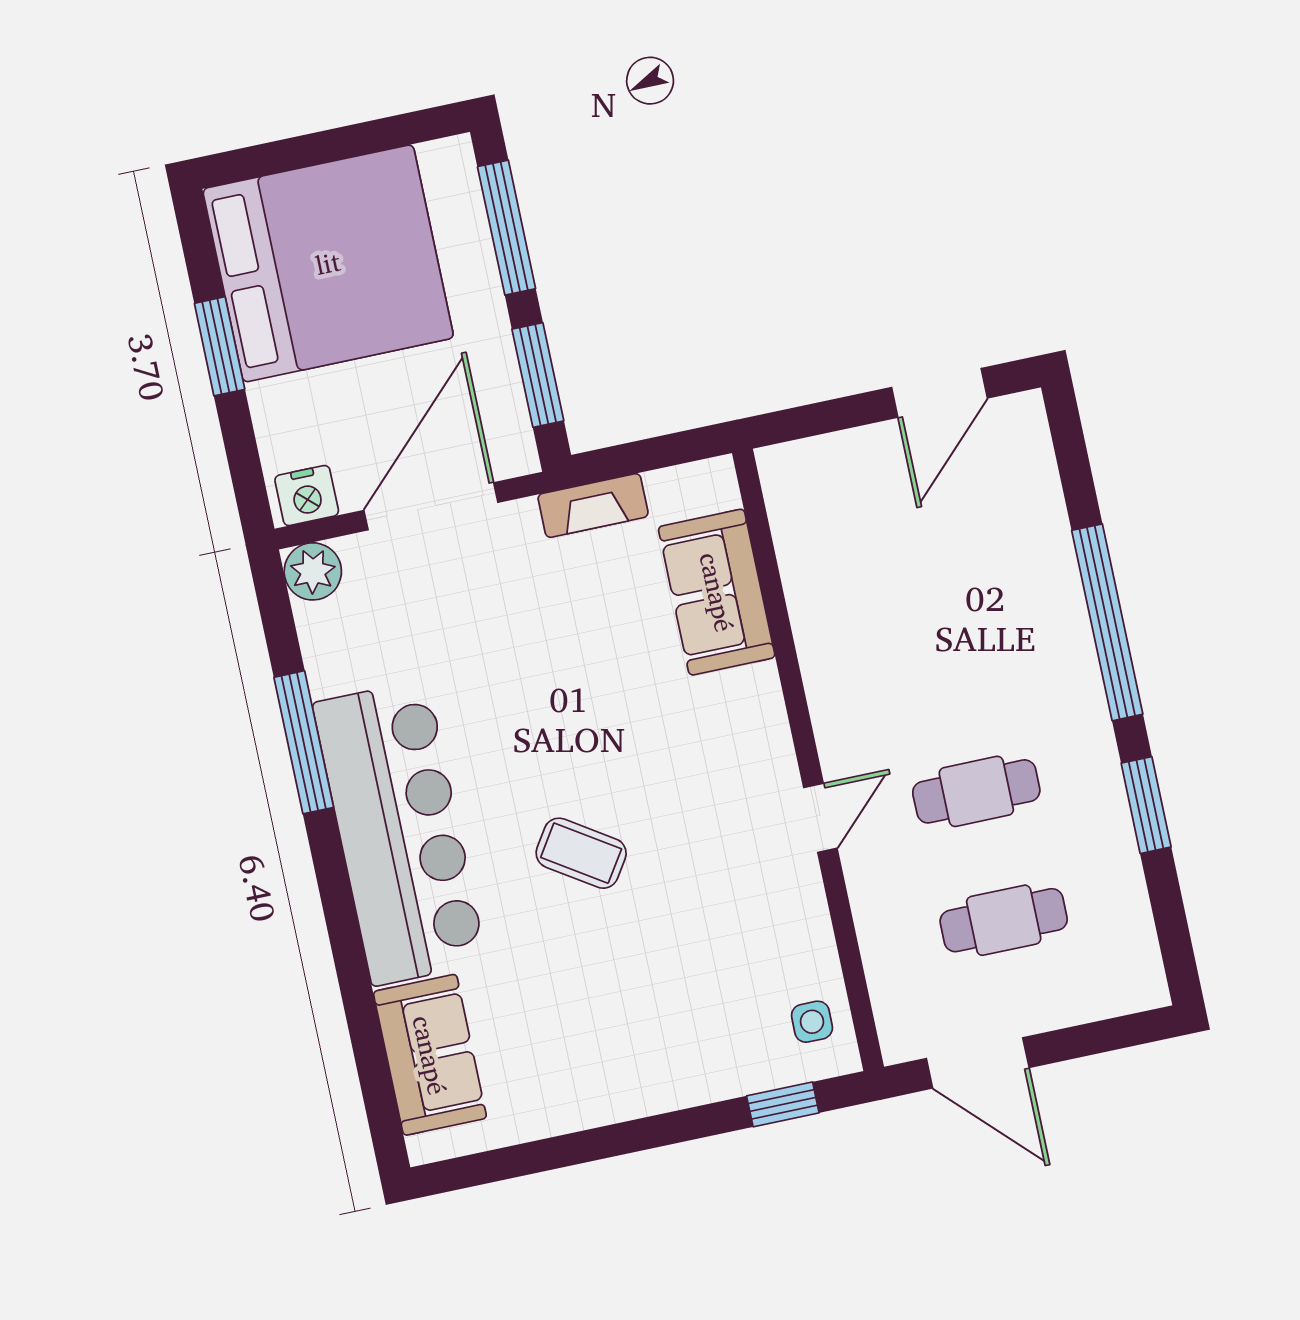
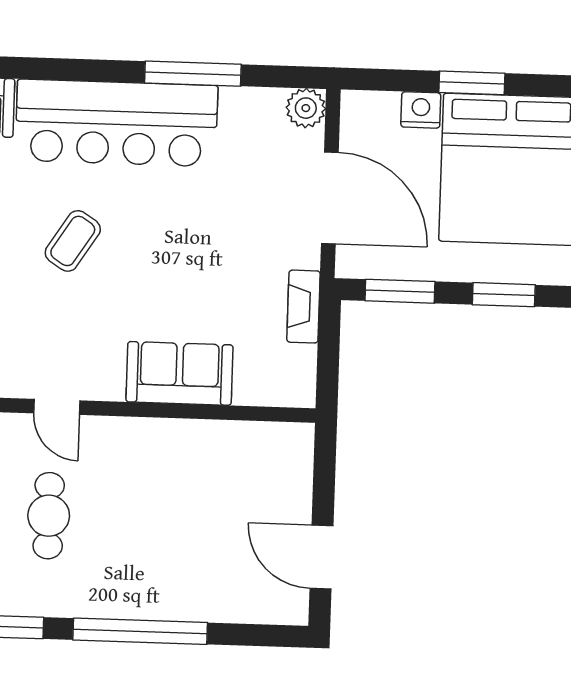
window: (507, 228) -> (504, 295), width x0.69
nightstand: (307, 496) -> (421, 110), moved, turned 90
sofa: (717, 592) -> (179, 373), moved

